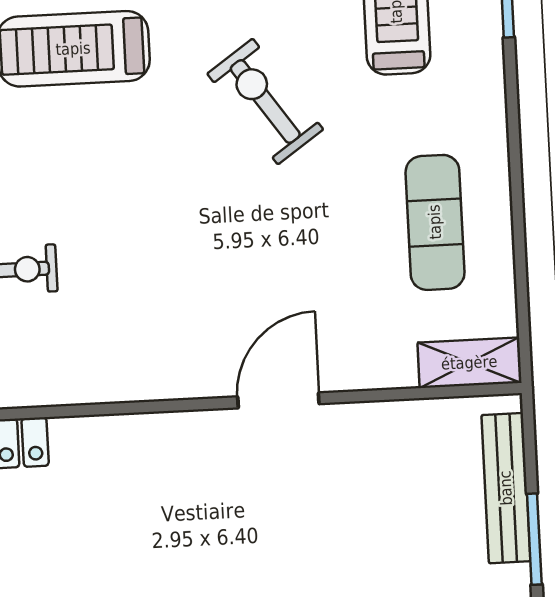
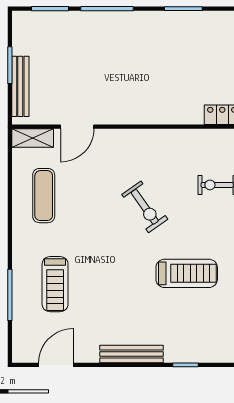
exercise bike: (265, 102) -> (145, 207), moved
door: (278, 400) -> (77, 127), moved

